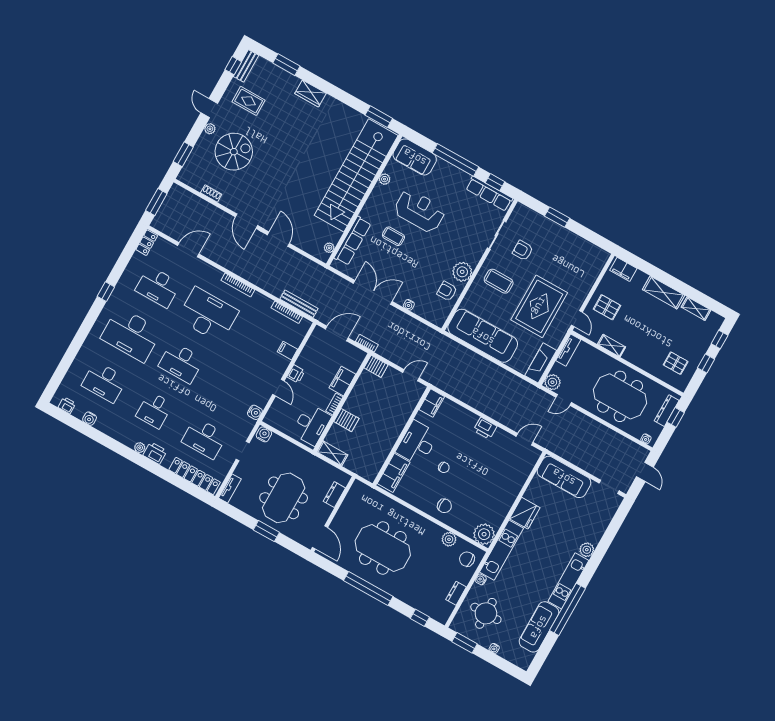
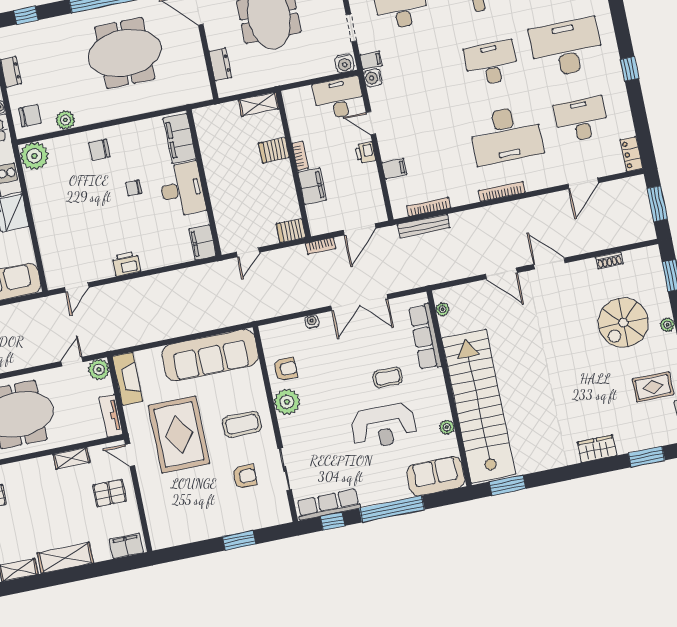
filing cabinet: (247, 423) -> (371, 60), added
desk: (311, 425) -> (339, 98), moved, turned 90

